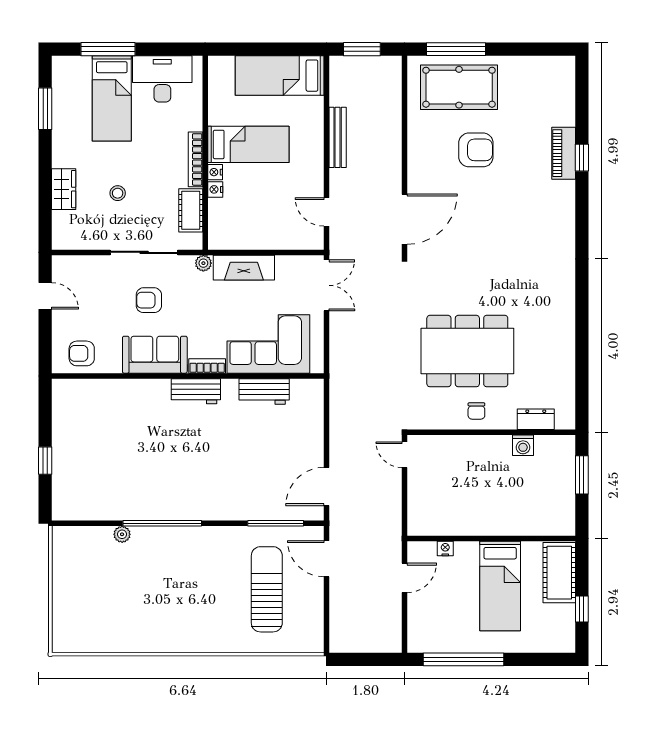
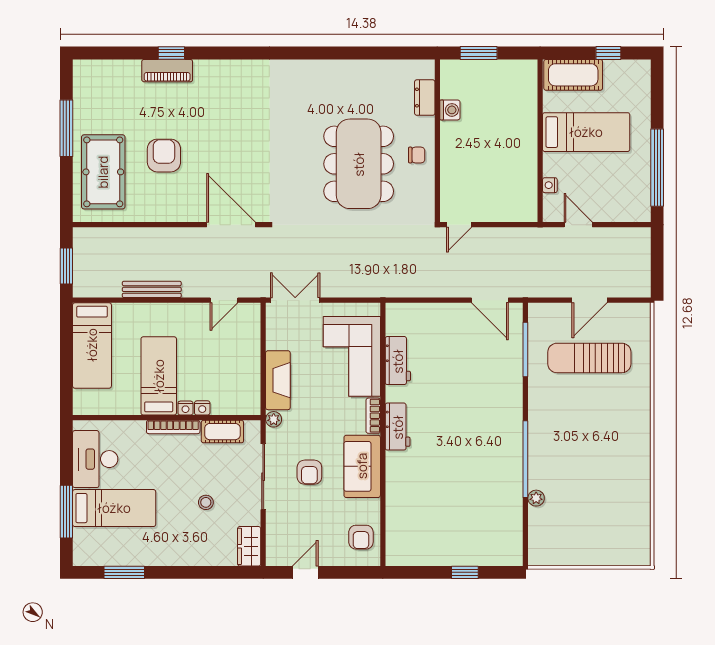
window: (456, 49) -> (66, 128), moved
wardrobe: (64, 189) -> (249, 546), moved, turned -90
door: (327, 559) -> (590, 300), moved

